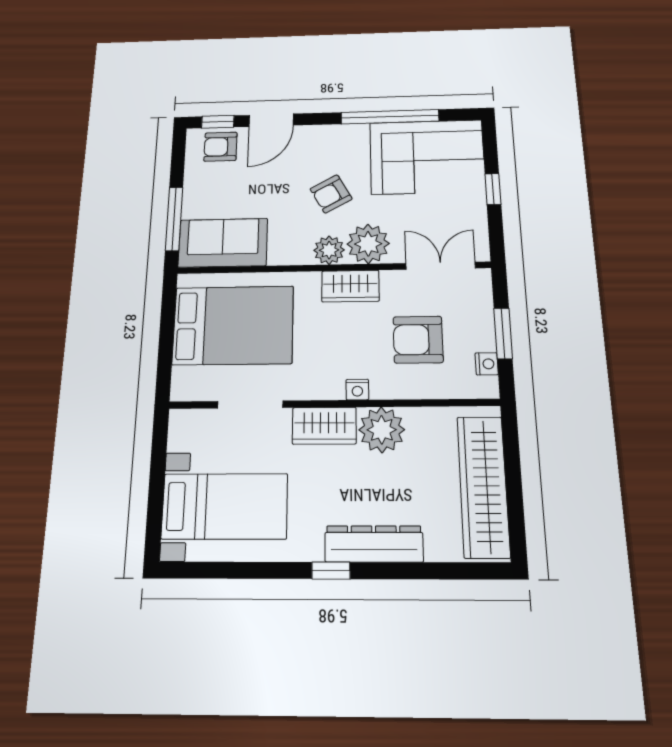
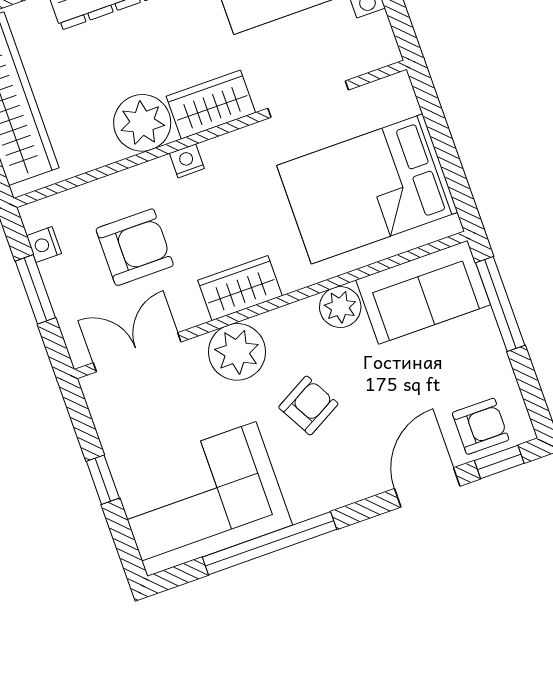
plant: (329, 250) -> (340, 307), moved
double door: (441, 266) -> (137, 352), swing flipped

